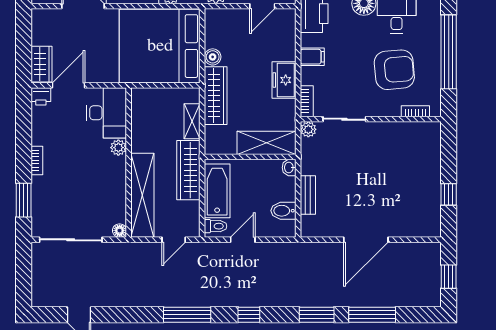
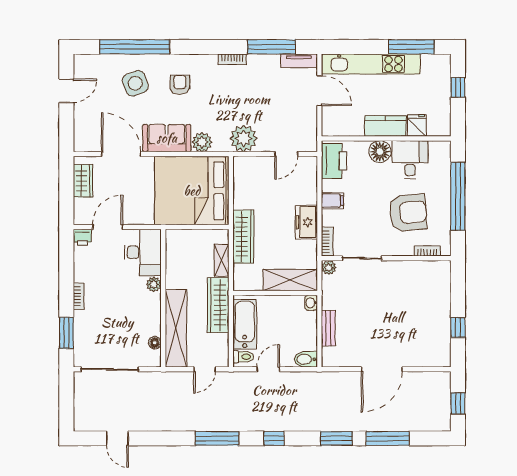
boiler: (213, 57) -> (241, 201), removed
wardrobe: (42, 64) -> (83, 181), moved
bidet: (283, 211) -> (306, 359), moved
floor lamp: (120, 231) -> (155, 343), moved

